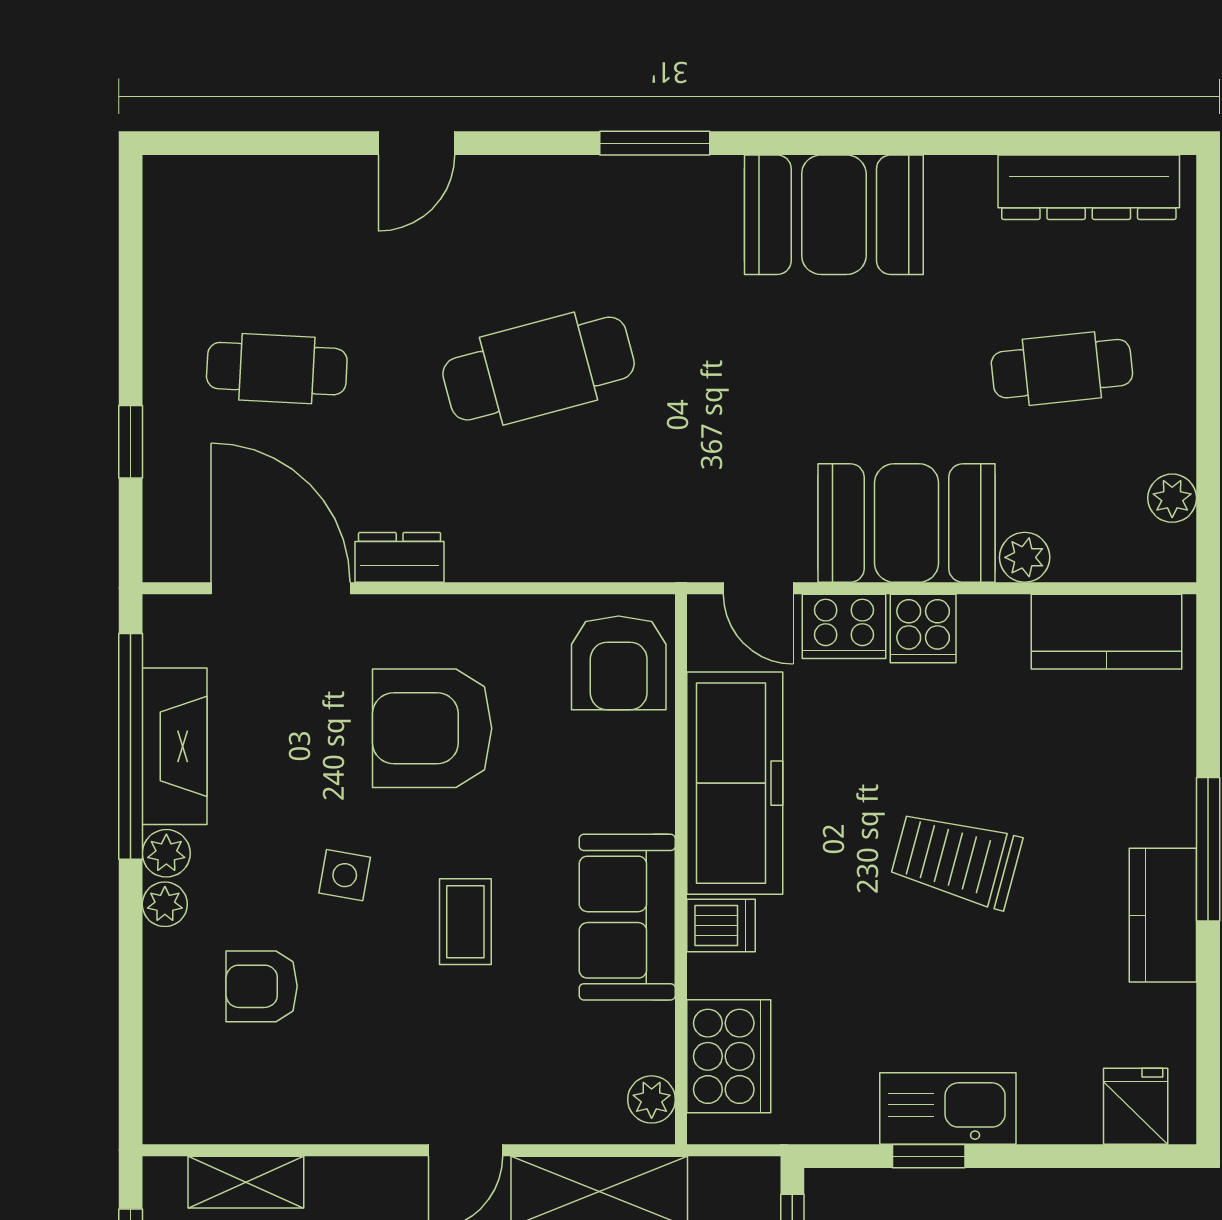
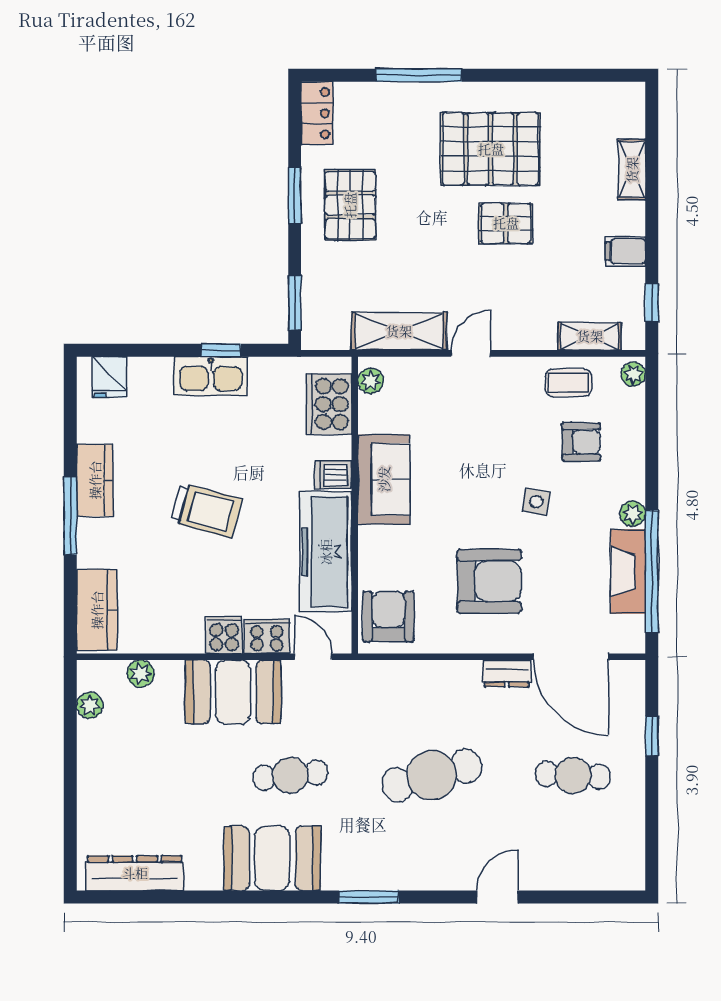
cafe table: (1062, 369) -> (290, 775), moved
plant: (1025, 557) -> (141, 673), moved
kitchen counter: (1106, 632) -> (97, 610), moved, turned 90
plant: (165, 904) -> (633, 374), moved
coffee table: (465, 922) -> (568, 383), moved, turned 90

